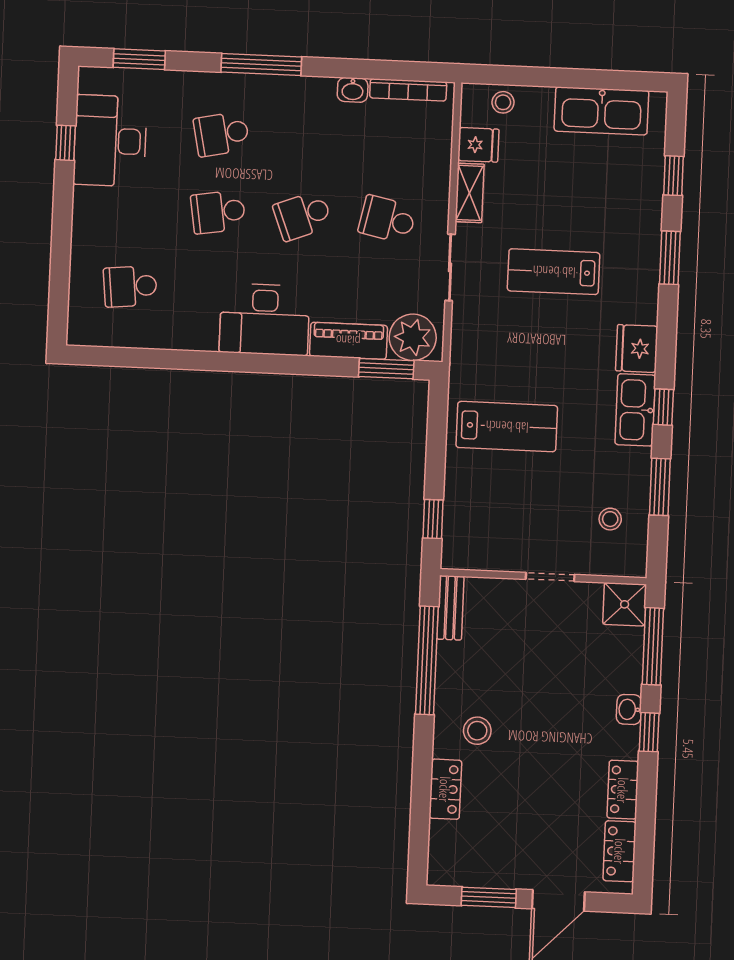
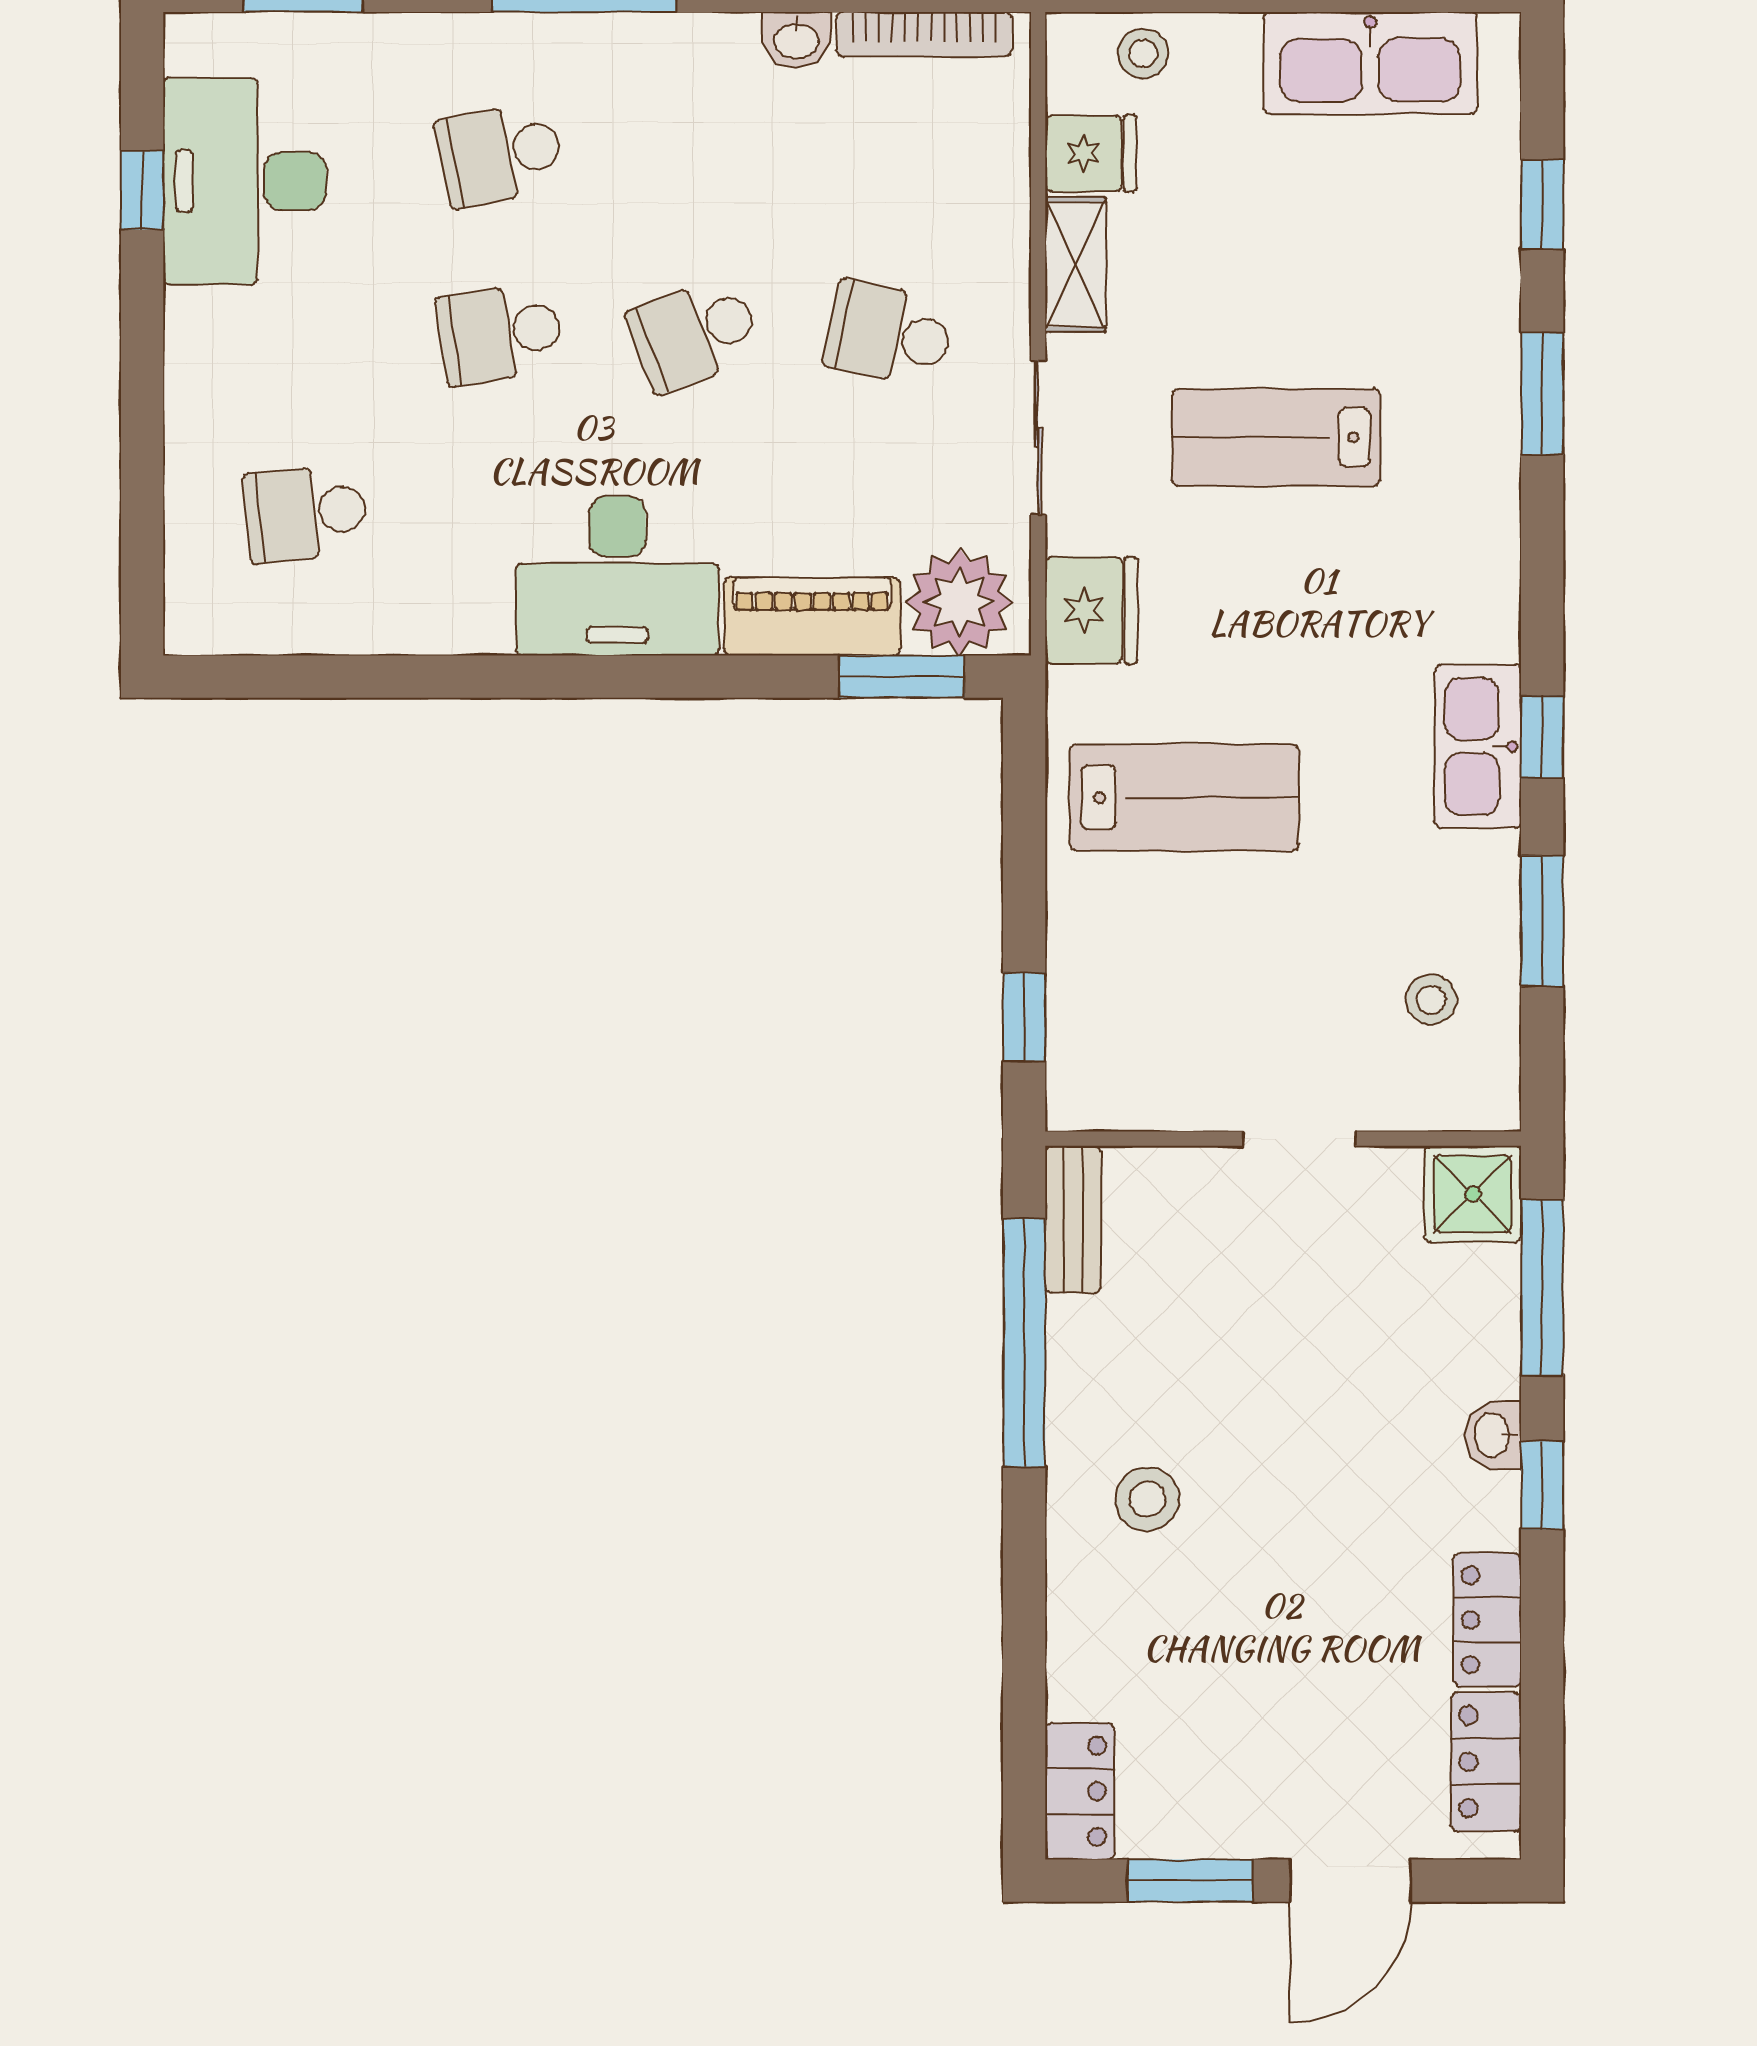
fridge: (637, 349) -> (1091, 610), moved, turned 180
locker: (445, 789) -> (1080, 1791), moved

